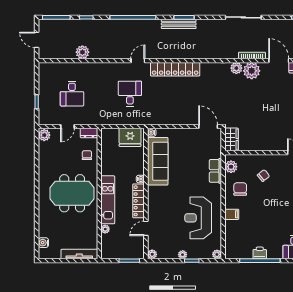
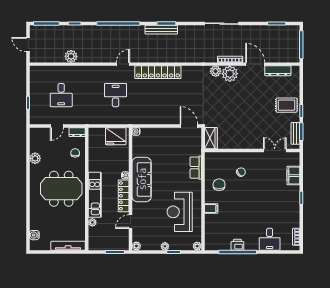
plant: (44, 135) -> (35, 158), moved
sofa: (158, 161) -> (142, 179), moved
plant: (231, 167) -> (210, 164), removed

